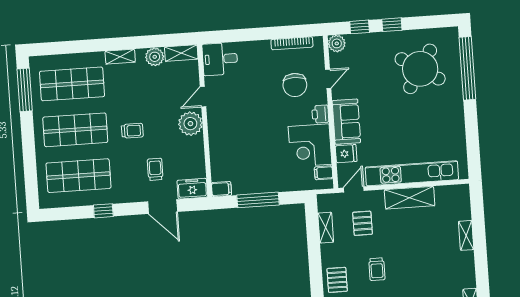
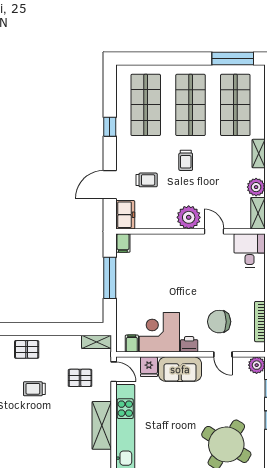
shelving: (326, 228) -> (96, 342), moved

